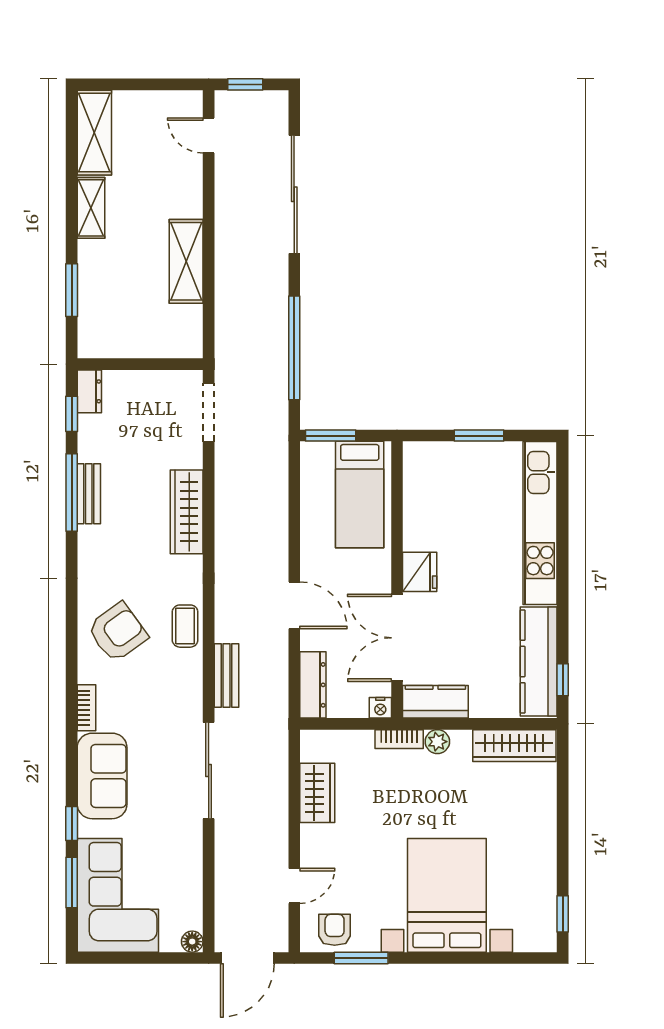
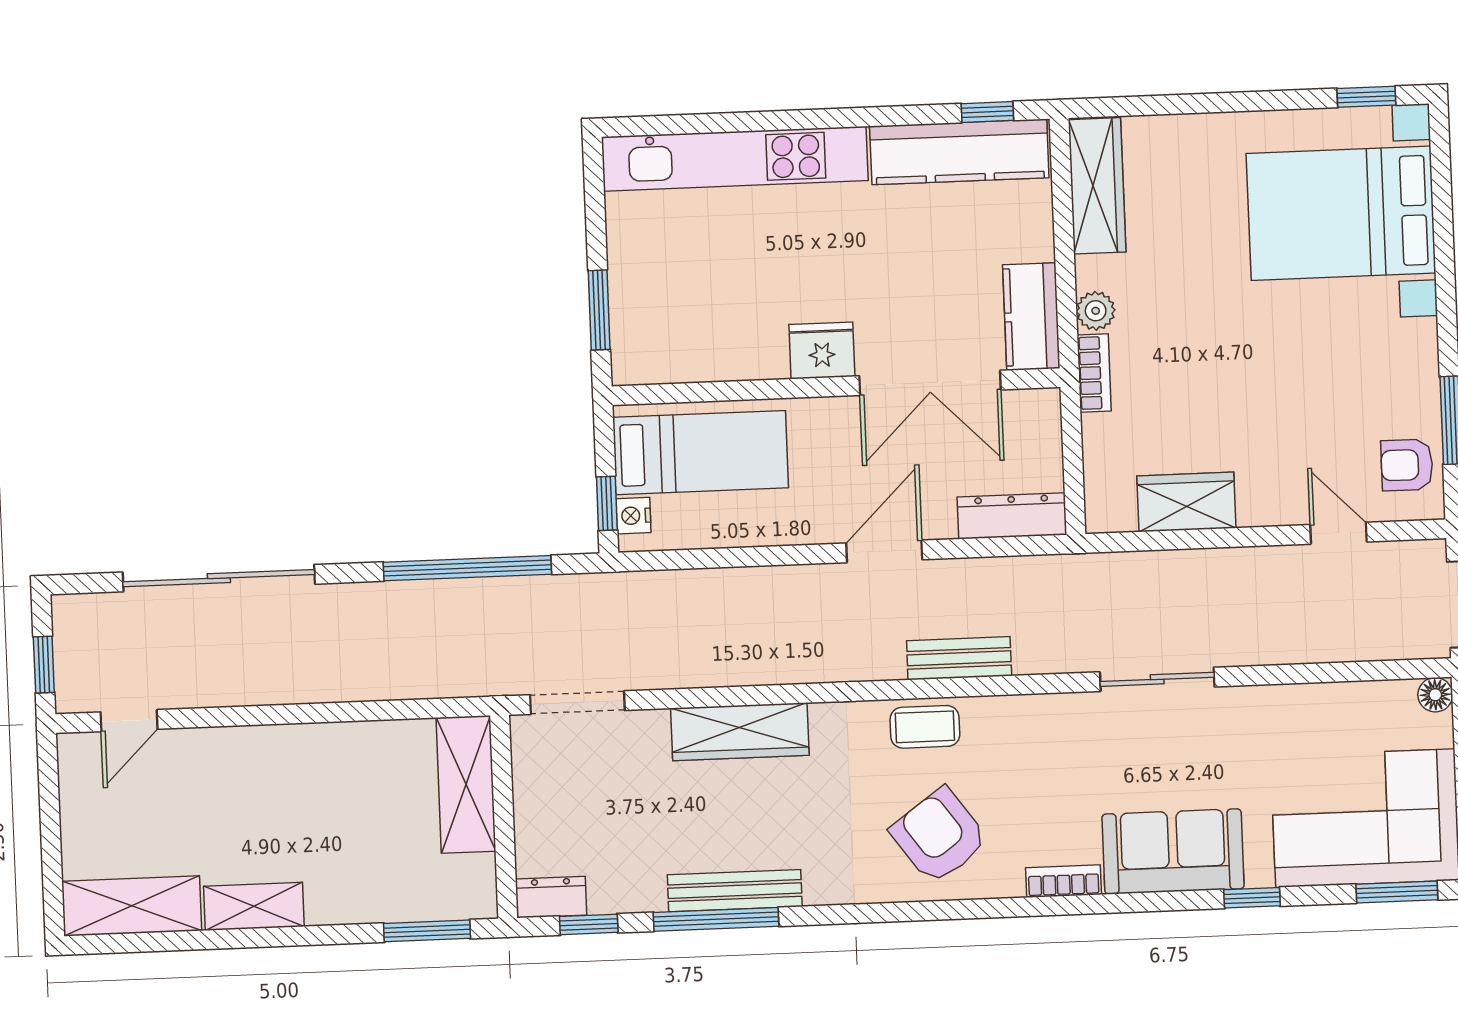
shelving: (186, 261) -> (466, 784), moved, turned 90
window: (72, 290) -> (427, 931), moved
window: (331, 436) -> (607, 503), width x0.67
window: (479, 436) -> (599, 310), moved
bench: (89, 494) -> (735, 891), width x1.36
bench: (226, 675) -> (959, 658), moved
nightstand: (380, 708) -> (633, 516), moved, turned 180
sliding door: (209, 770) -> (1157, 679), width x0.73
window: (72, 883) -> (1397, 892), moved
bed with nightstands: (447, 895) -> (1341, 213), moved

